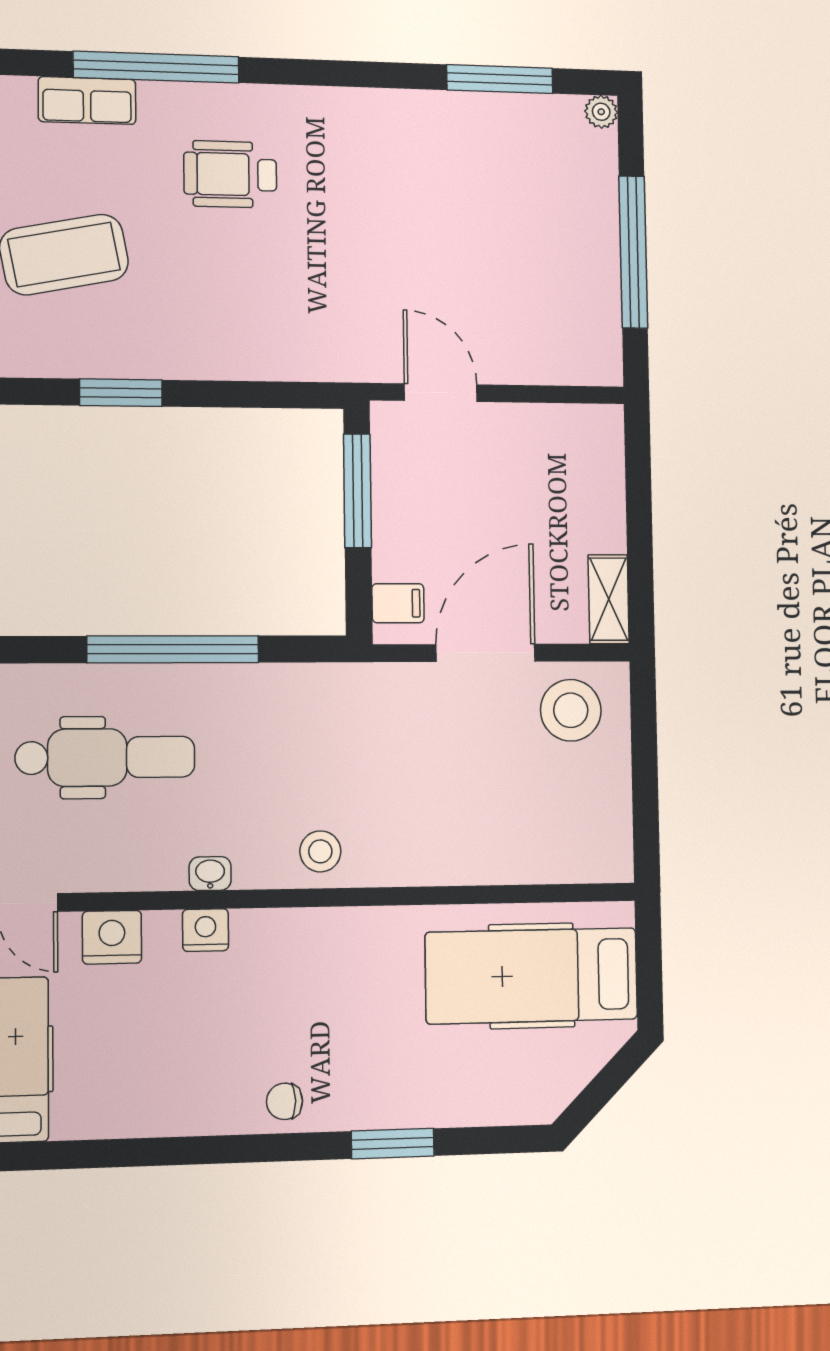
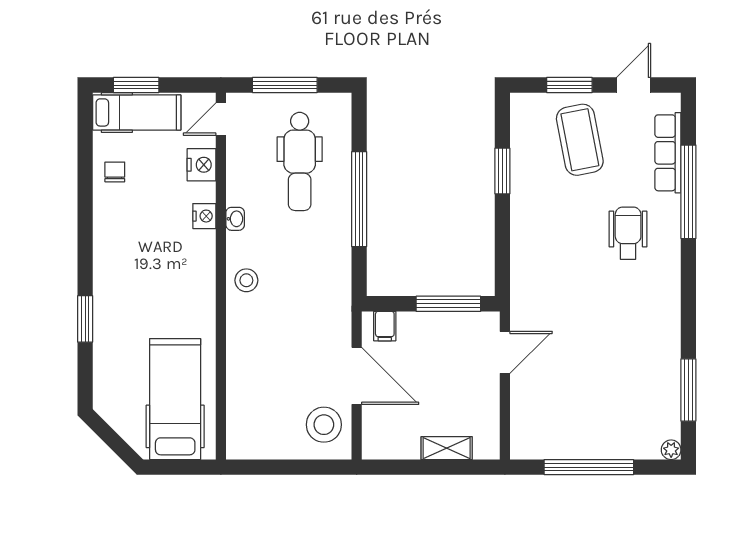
row of seats: (87, 100) -> (668, 153), width x1.48
shelving: (609, 599) -> (447, 448), moved
chair: (285, 1101) -> (115, 172), moved

